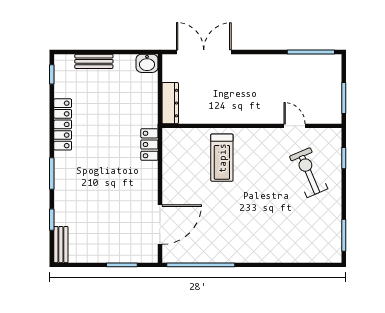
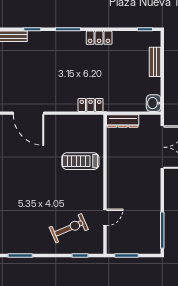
locker: (63, 124) -> (99, 38), width x0.66

